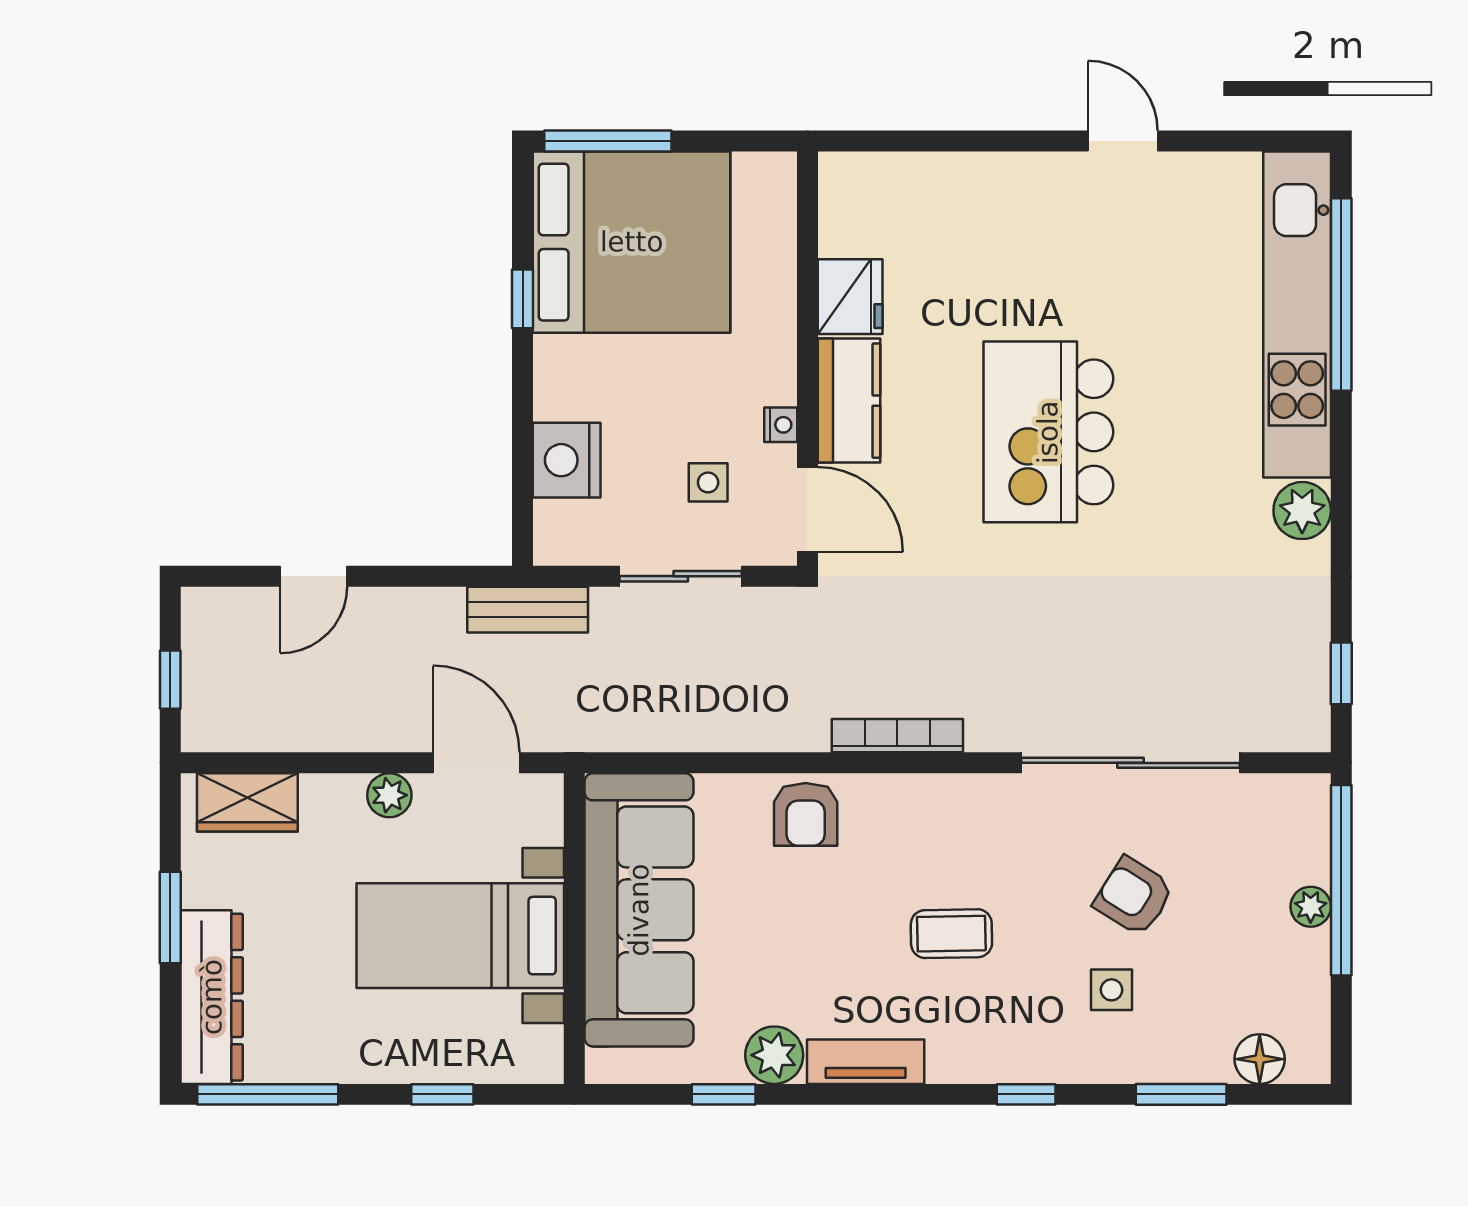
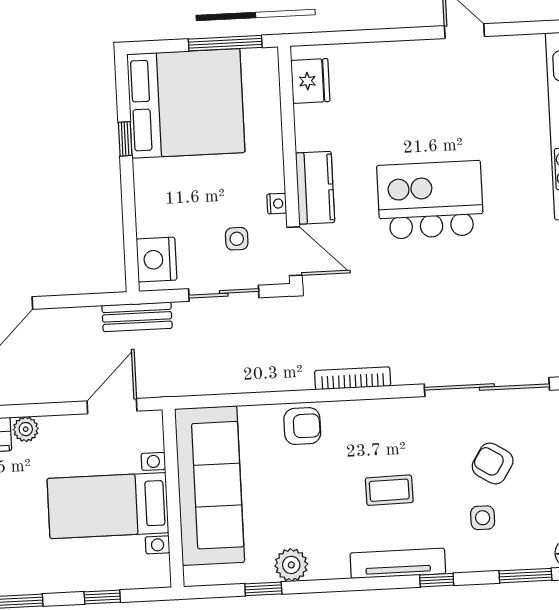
window: (608, 141) -> (225, 43), moved
fridge: (850, 297) -> (310, 81), moved
kitchen island: (1048, 432) -> (430, 200), turned 90
nightstand: (567, 460) -> (157, 260), moved
door: (476, 763) -> (112, 406), hinge flipped
plant: (389, 795) -> (26, 429), moved
armchair: (806, 814) -> (302, 426), turned -90
tv unit: (866, 1062) -> (398, 563), moved, width x1.41

